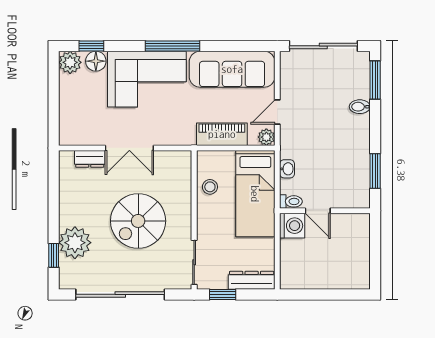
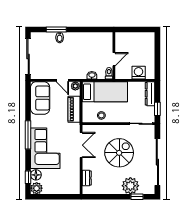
sofa: (232, 69) -> (40, 98), width x0.73
window: (375, 80) -> (56, 29), moved
double door: (129, 148) -> (81, 145), moved
window: (375, 171) -> (93, 29), removed
spiral stairs: (138, 221) -> (119, 153), turned -90
washing machine: (292, 226) -> (139, 73), moved

